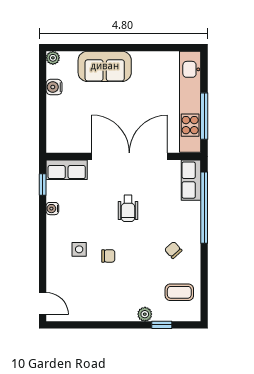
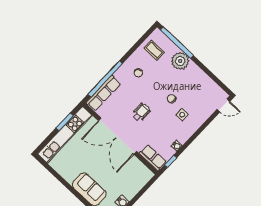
window: (204, 116) -> (65, 122), width x0.69
row of seats: (191, 180) -> (103, 93), width x1.48
door: (43, 304) -> (223, 105), swing flipped
plant: (145, 314) -> (180, 61), width x1.87, depth x1.87
window: (162, 325) -> (177, 43), width x3.17

